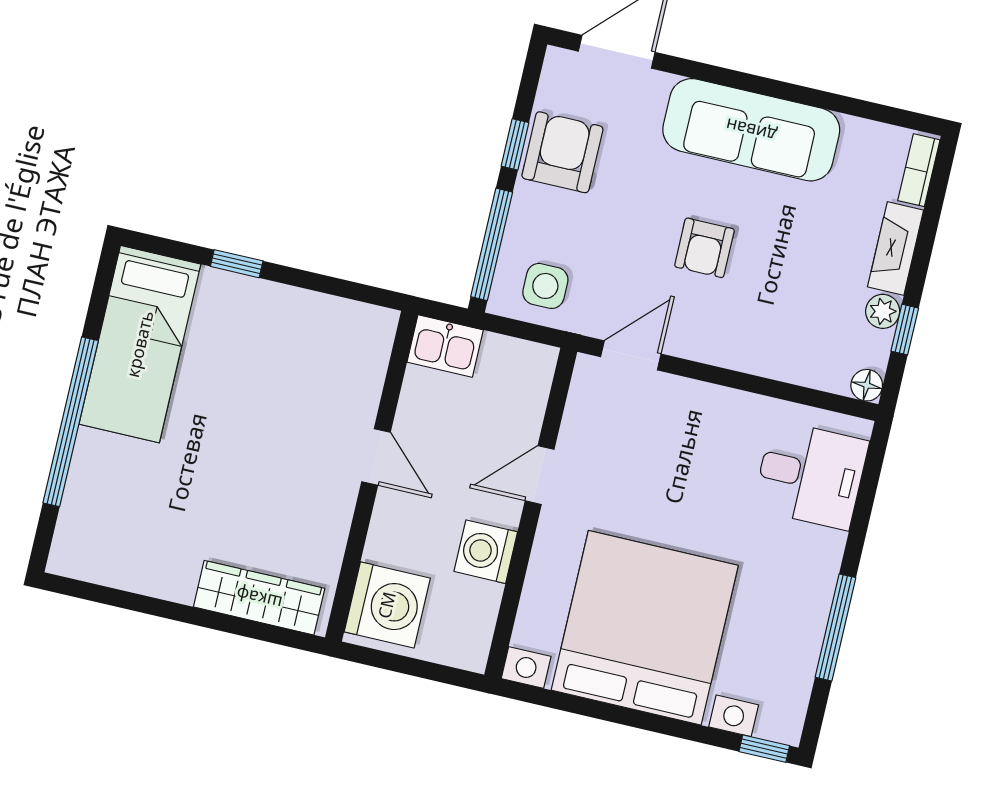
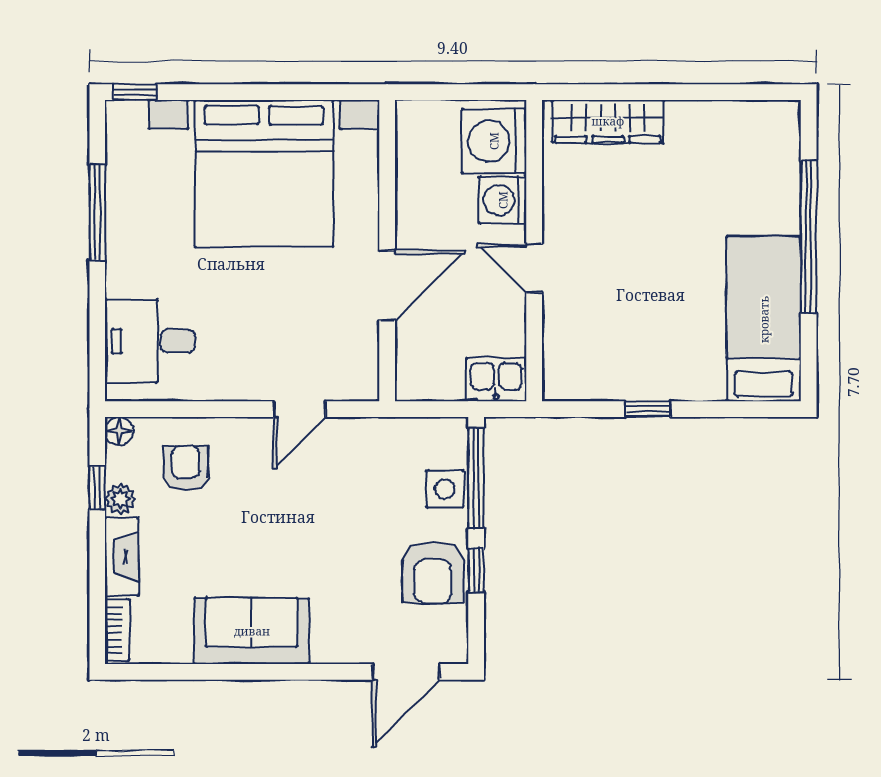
sofa: (751, 130) -> (252, 631), width x0.73
armchair: (704, 248) -> (186, 468), moved
window: (237, 264) -> (648, 409), moved
side table: (545, 286) -> (445, 489), moved
door: (631, 355) -> (299, 409), moved
door: (540, 475) -> (387, 286), width x1.38
washing machine: (486, 552) -> (503, 200), moved, turned 180

